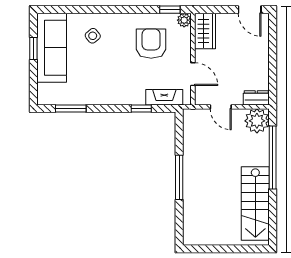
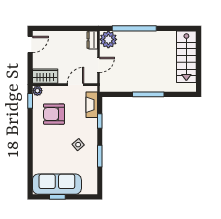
side table: (93, 36) -> (78, 145), moved
window: (71, 109) -> (100, 156), moved
stairs: (255, 204) -> (186, 57), moved, turned 90

